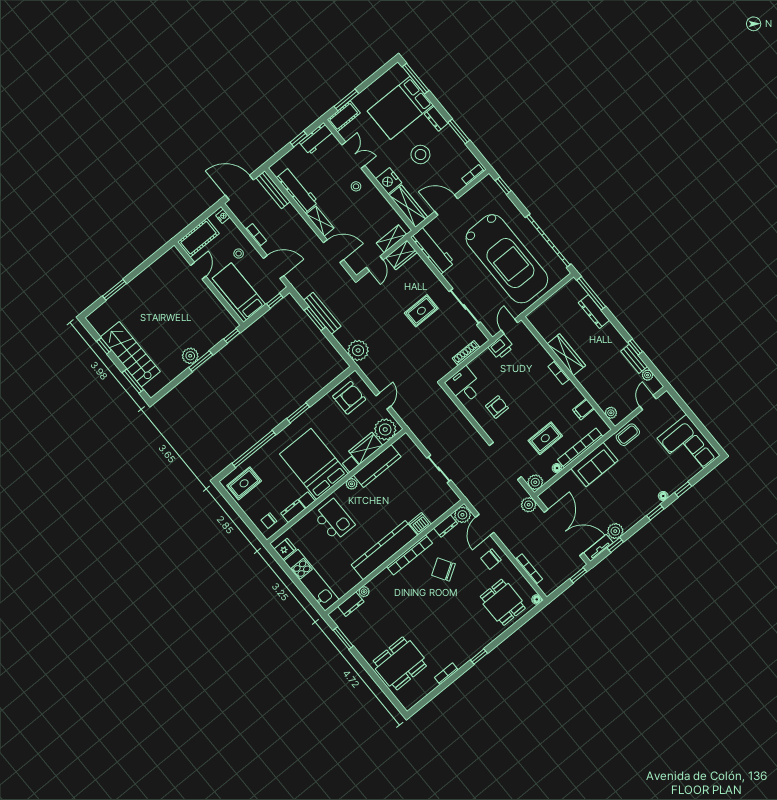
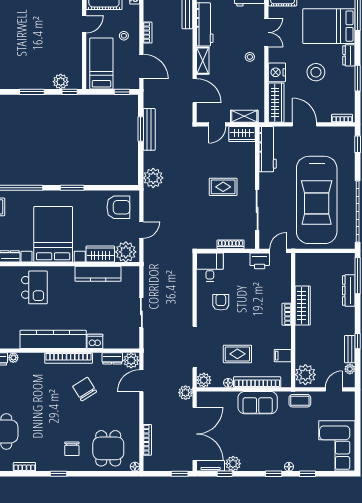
plant: (190, 356) -> (61, 82), moved
armchair: (497, 407) -> (221, 302), turned -90
plant: (611, 413) -> (305, 375), width x1.87, depth x1.87
plant: (352, 484) -> (69, 272), removed
chair: (491, 559) -> (72, 449), moved, turned -90

